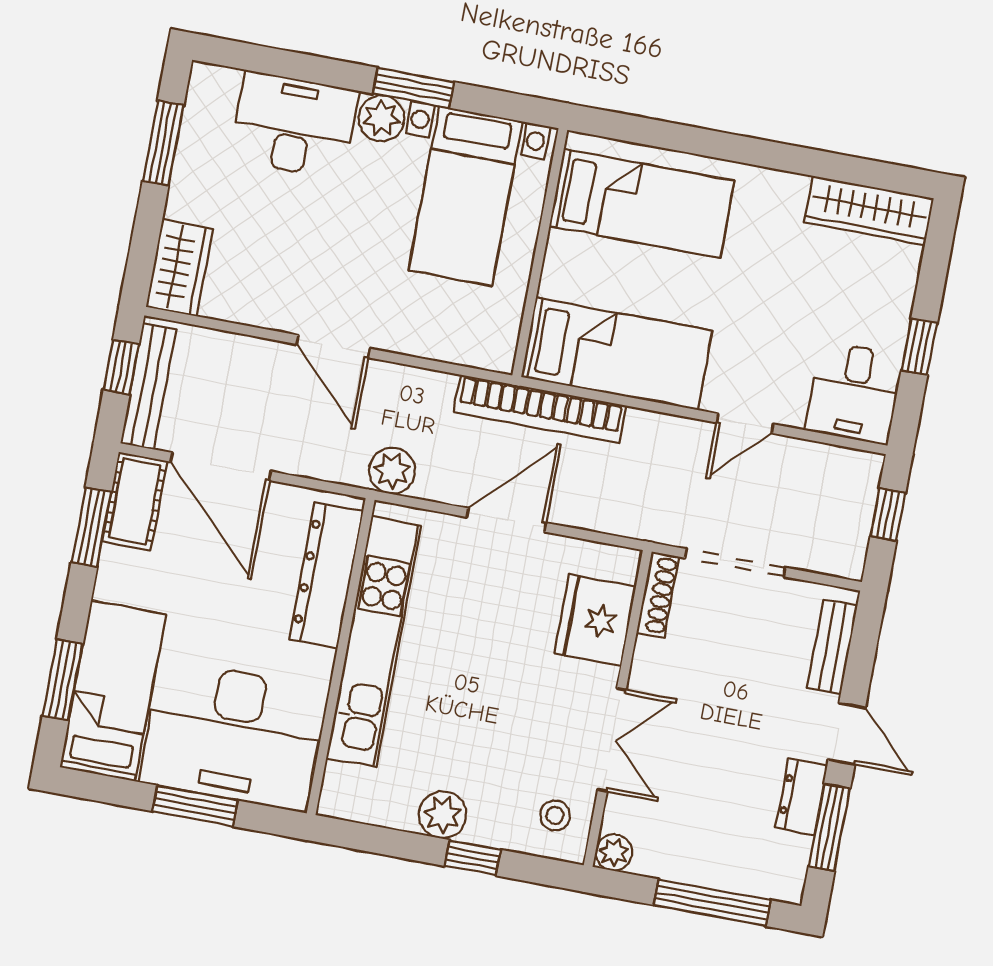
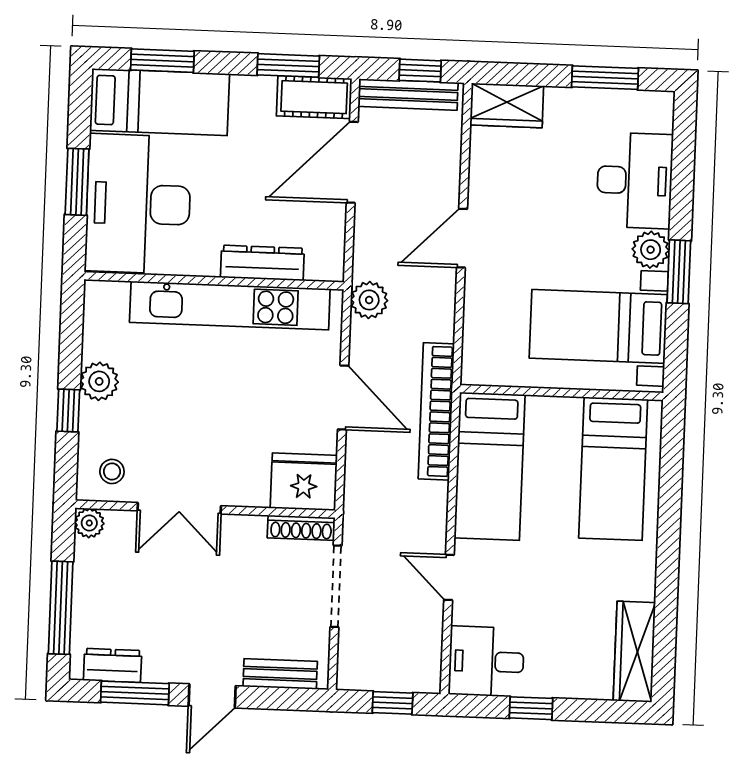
dresser: (326, 575) -> (262, 263), width x0.73, depth x0.80
fridge: (595, 620) -> (304, 482), moved
dresser: (802, 797) -> (113, 665), moved

